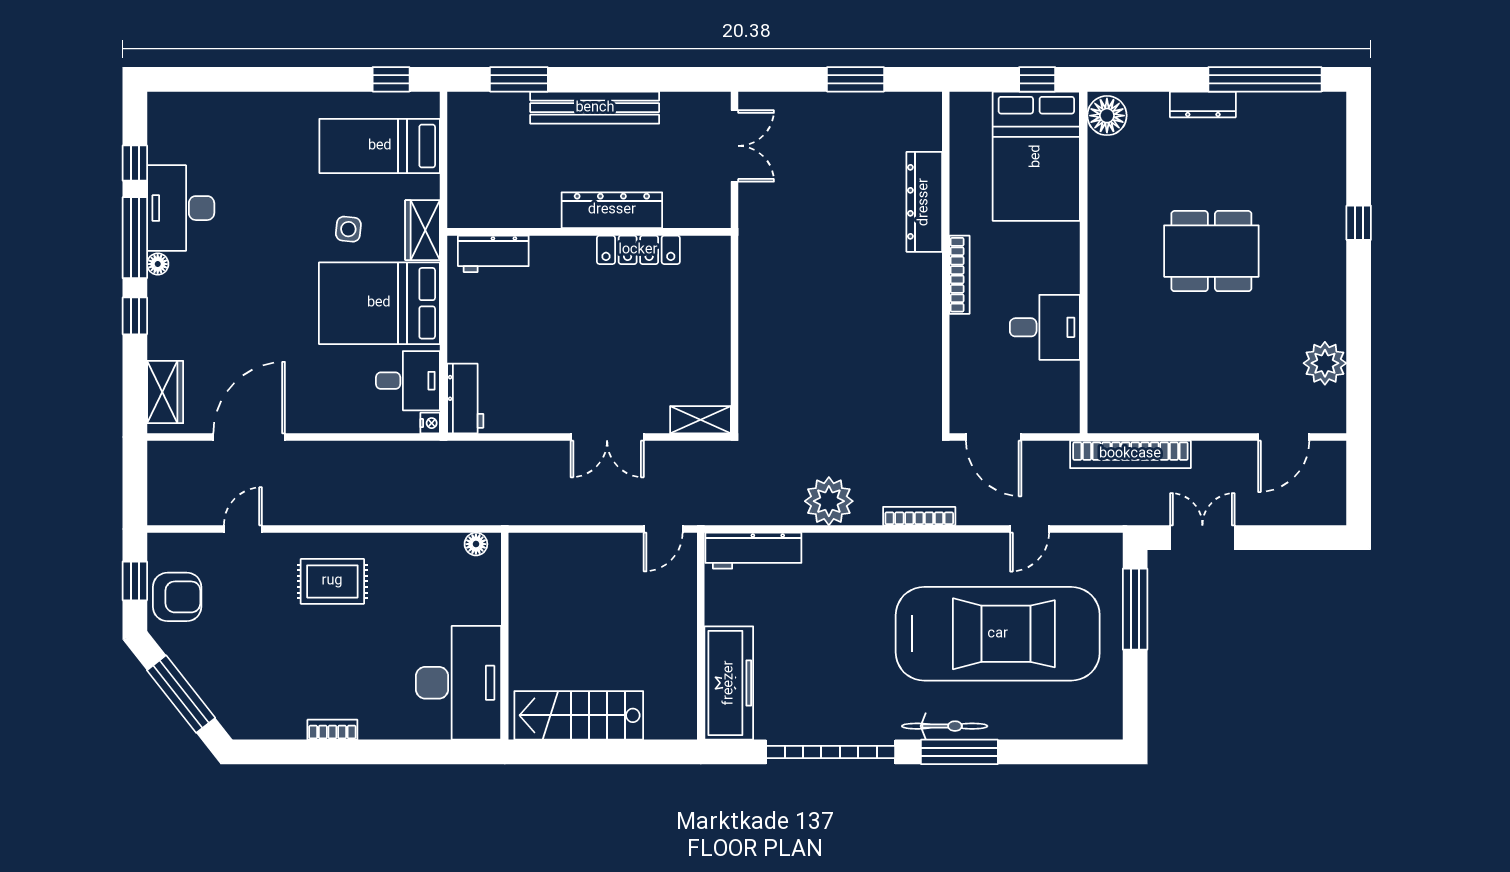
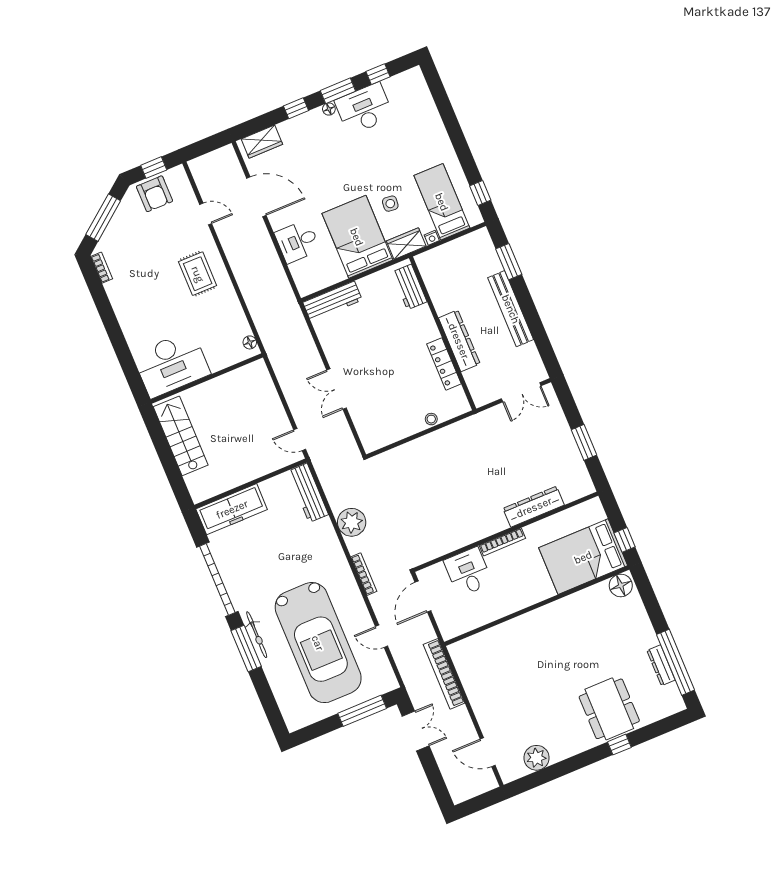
dresser: (1203, 104) -> (661, 665), moved
window: (135, 238) -> (338, 91), width x0.69
dining table: (1211, 251) -> (609, 709), moved
stool: (718, 306) -> (431, 419), added
desk: (1045, 327) -> (468, 572), moved, turned 180
desk: (408, 381) -> (297, 241), moved, turned 90
workbench: (465, 398) -> (333, 301), width x1.38
shelving: (700, 420) -> (367, 435), removed
nightstand: (430, 423) -> (432, 238), moved
bookcase: (332, 730) -> (102, 268), moved

